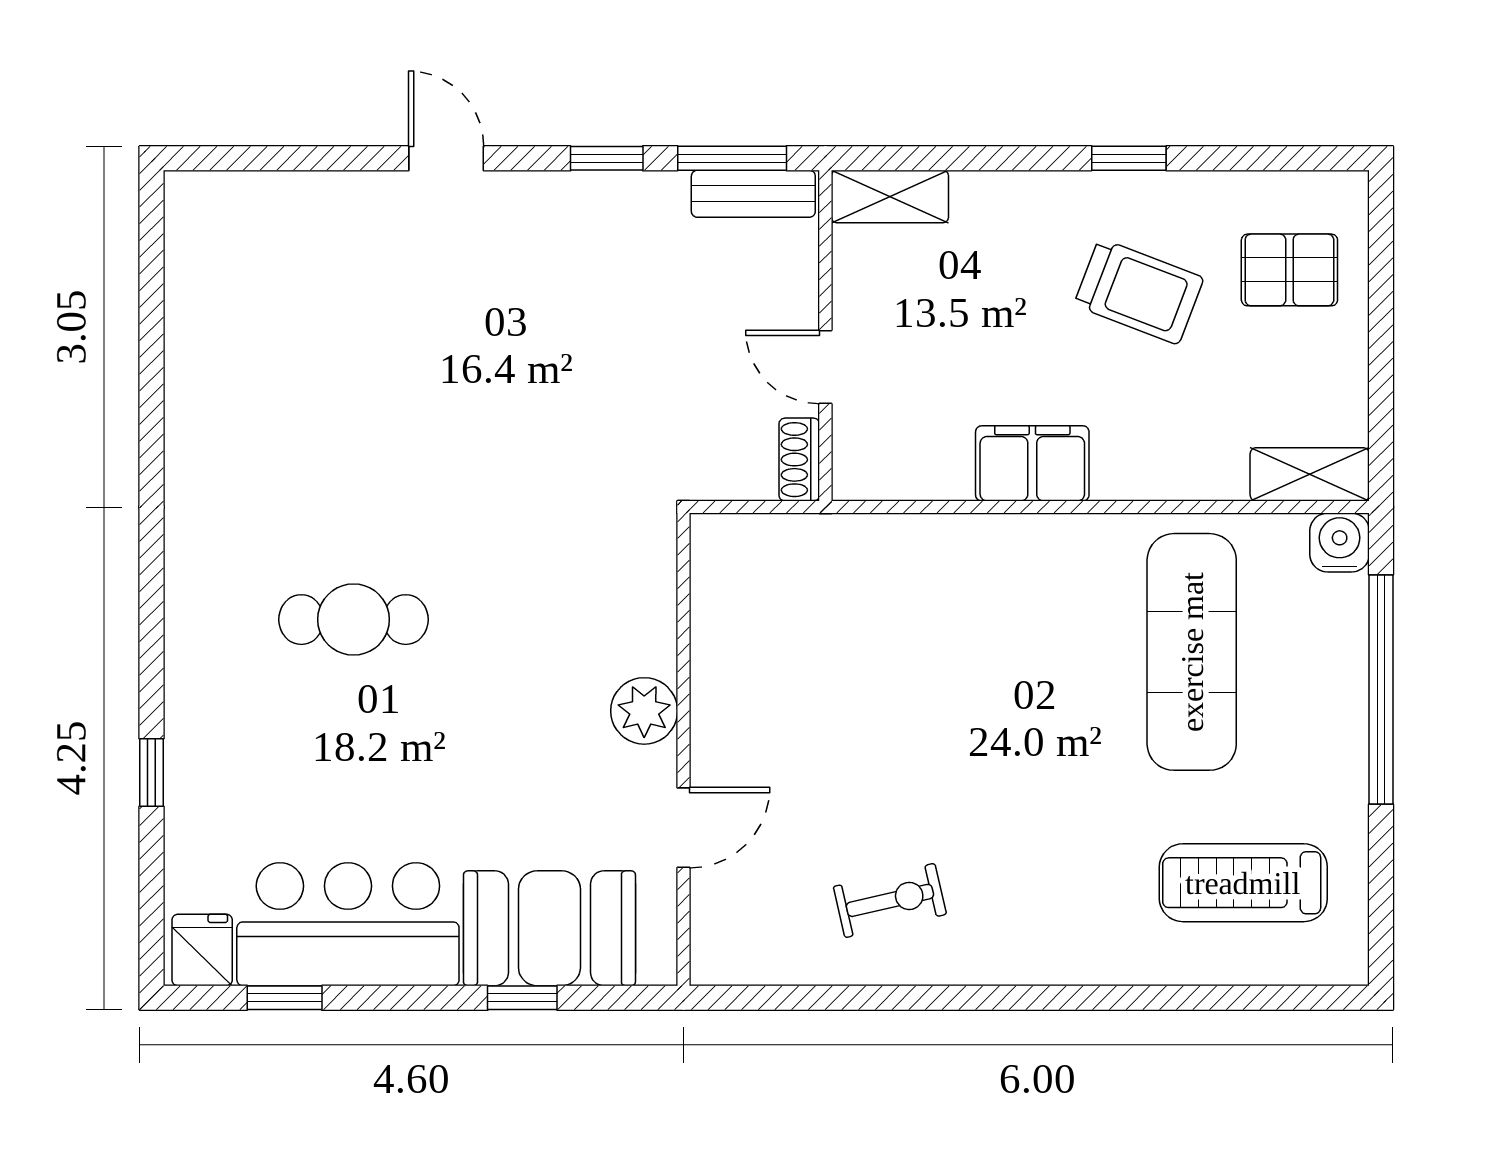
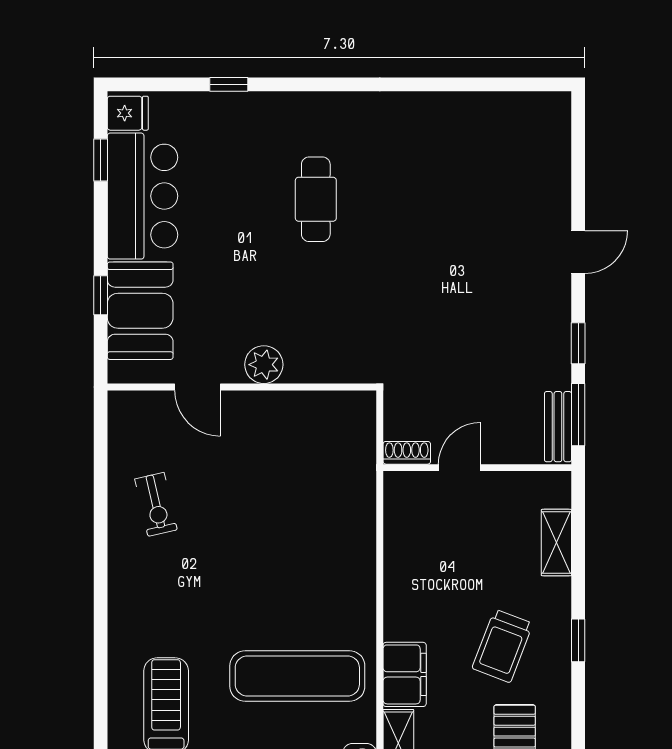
shelving: (890, 196) -> (556, 543), moved
filing cabinet: (1032, 463) -> (405, 674), moved

